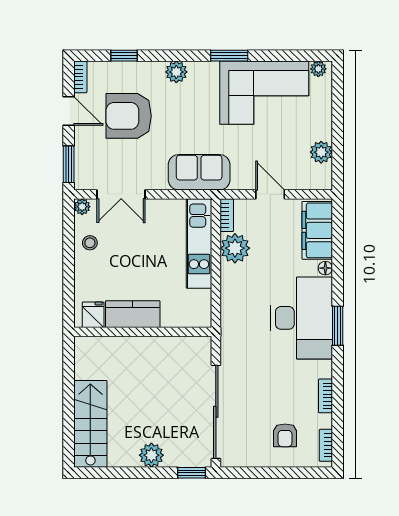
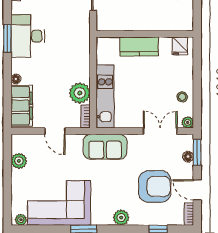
floor lamp: (82, 158) -> (188, 157), added
kitchen counter: (133, 314) -> (139, 47), moved
desk: (301, 318) -> (28, 36), width x0.73, depth x0.77

